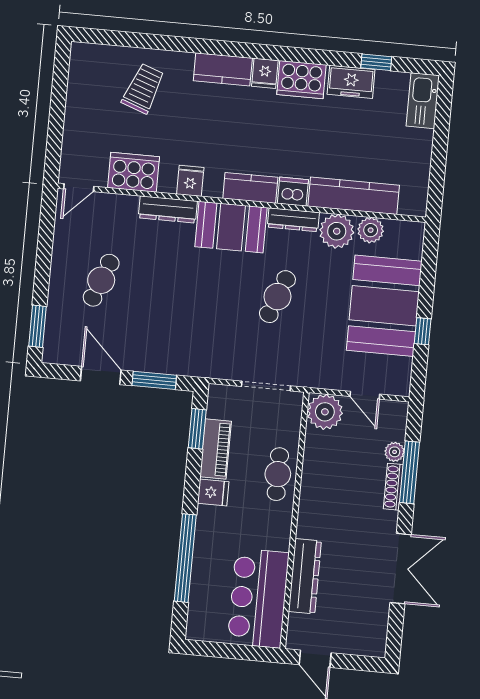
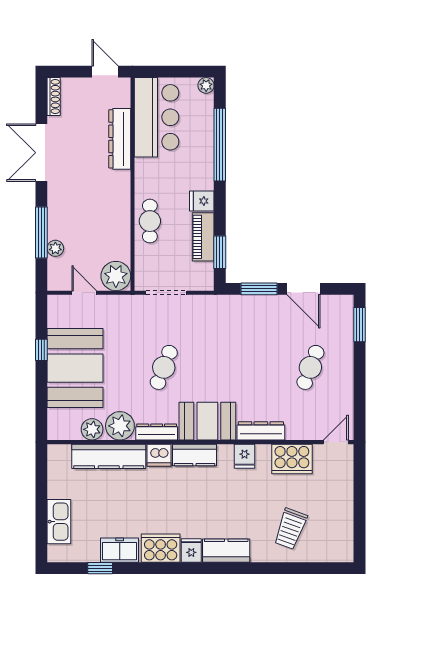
kitchen sink: (423, 101) -> (59, 522), moved
shoe rack: (393, 487) -> (54, 97), moved
plant: (195, 631) -> (206, 85), added

